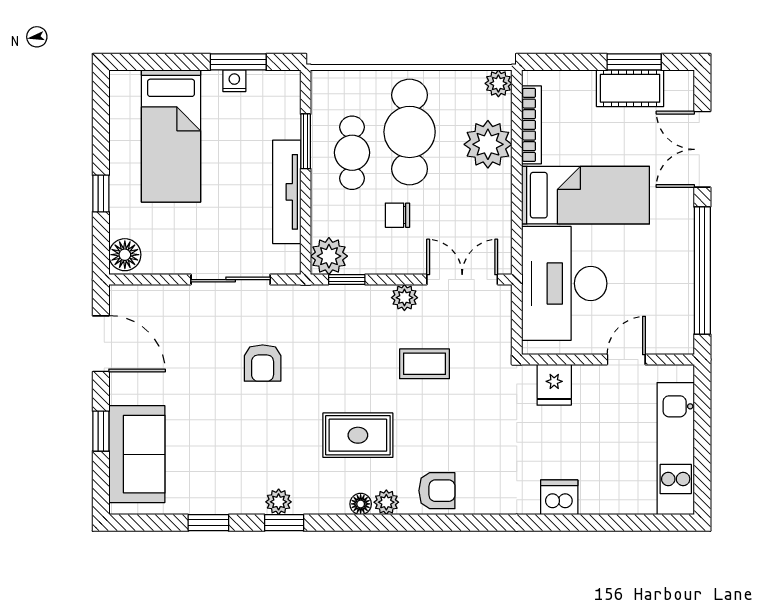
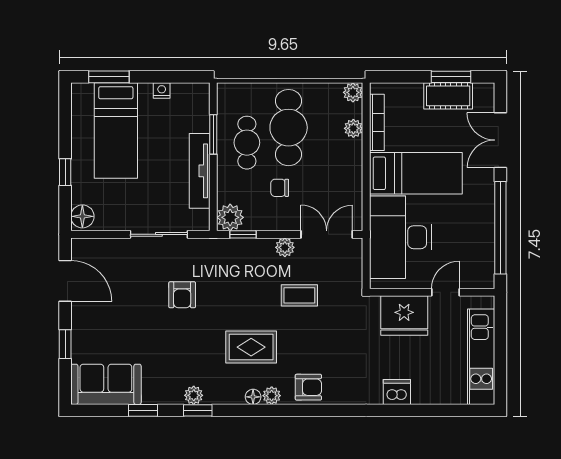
window: (238, 62) -> (109, 77), moved
plant: (488, 144) -> (353, 128), width x0.53, depth x0.53
fridge: (554, 385) -> (404, 316), width x1.88, depth x1.34
sofa: (137, 454) -> (106, 384), moved, turned -90

